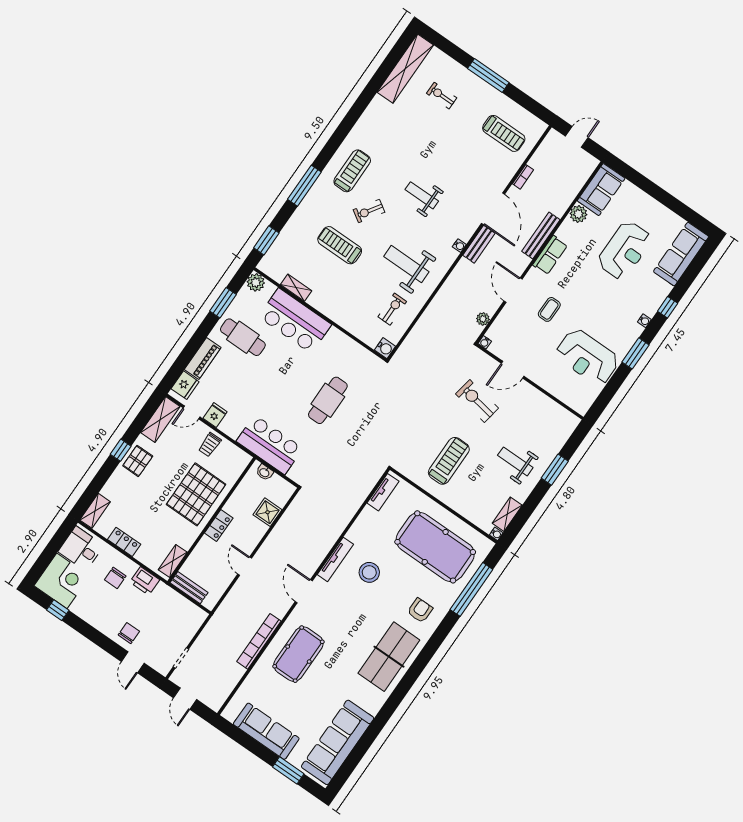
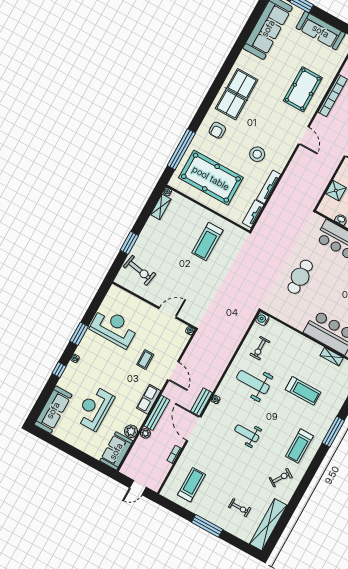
treadmill: (504, 133) -> (192, 485), turned 90
weight bench: (422, 195) -> (247, 433), turned 180
exercise bike: (369, 211) -> (281, 478), moved
weight bench: (406, 264) -> (253, 382), turned 180
plant: (483, 319) -> (145, 433), moved
exercise bike: (477, 401) -> (140, 270), moved
weight bench: (515, 461) -> (159, 246), removed
tv unit: (335, 559) -> (269, 187), moved

